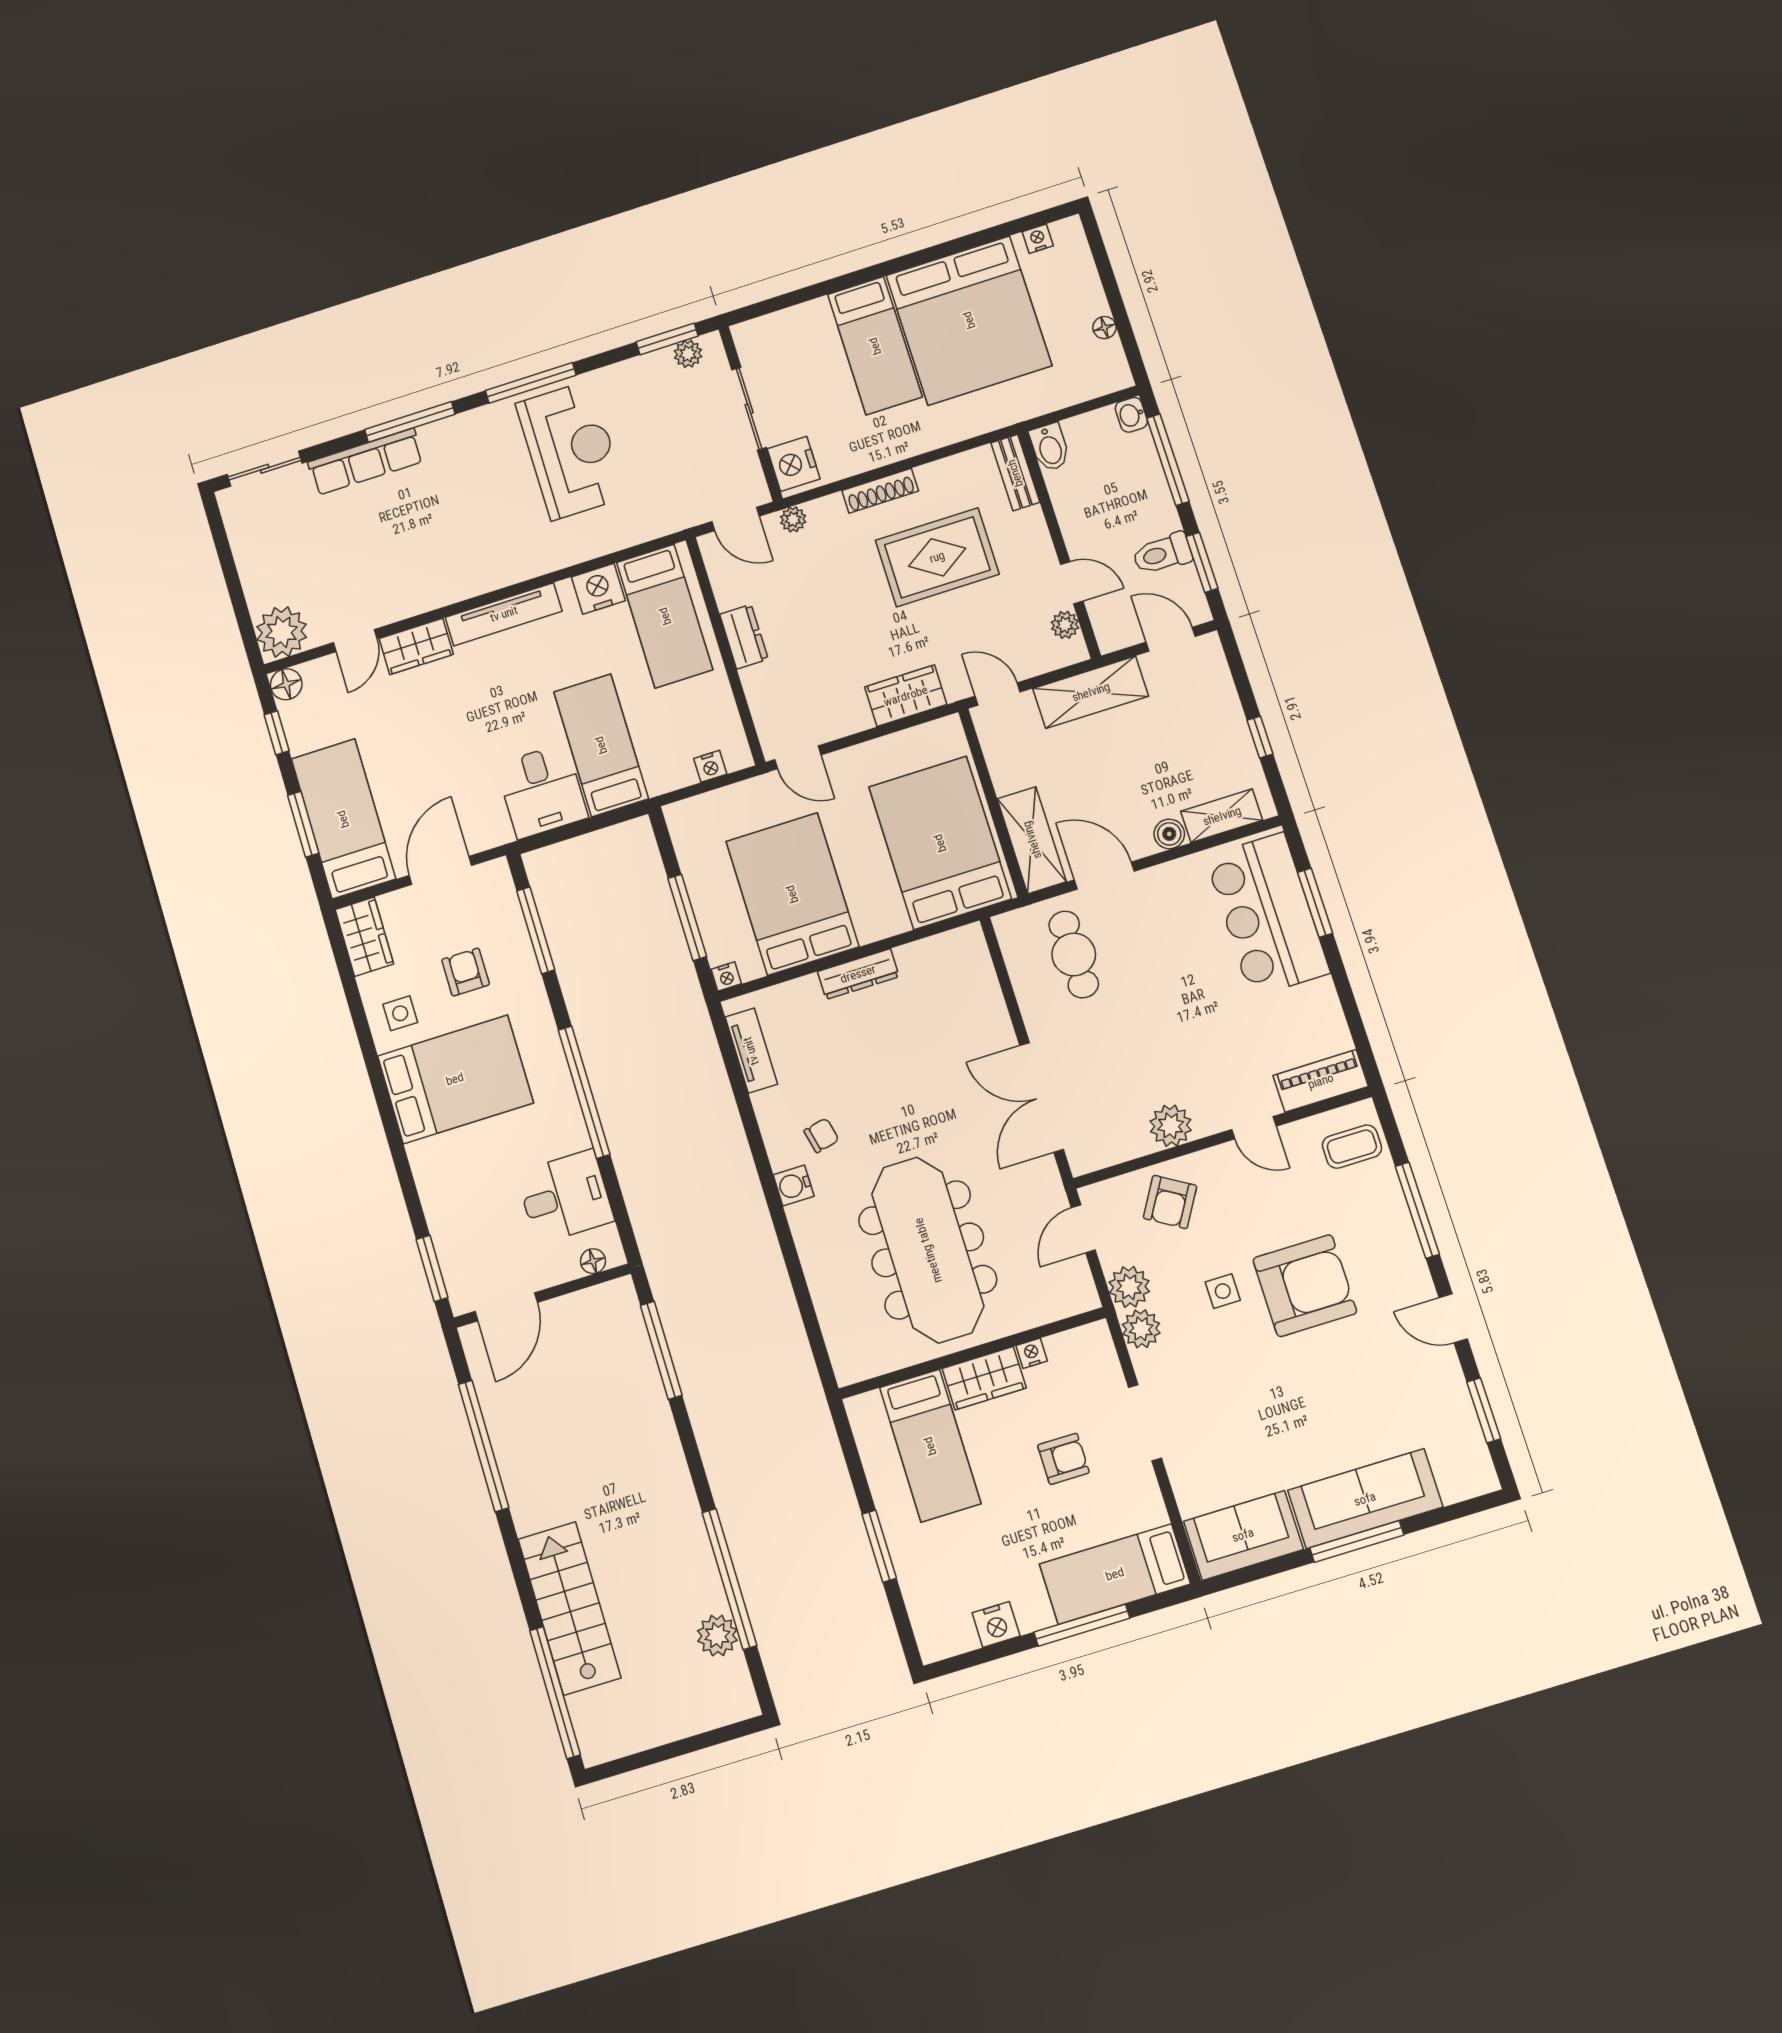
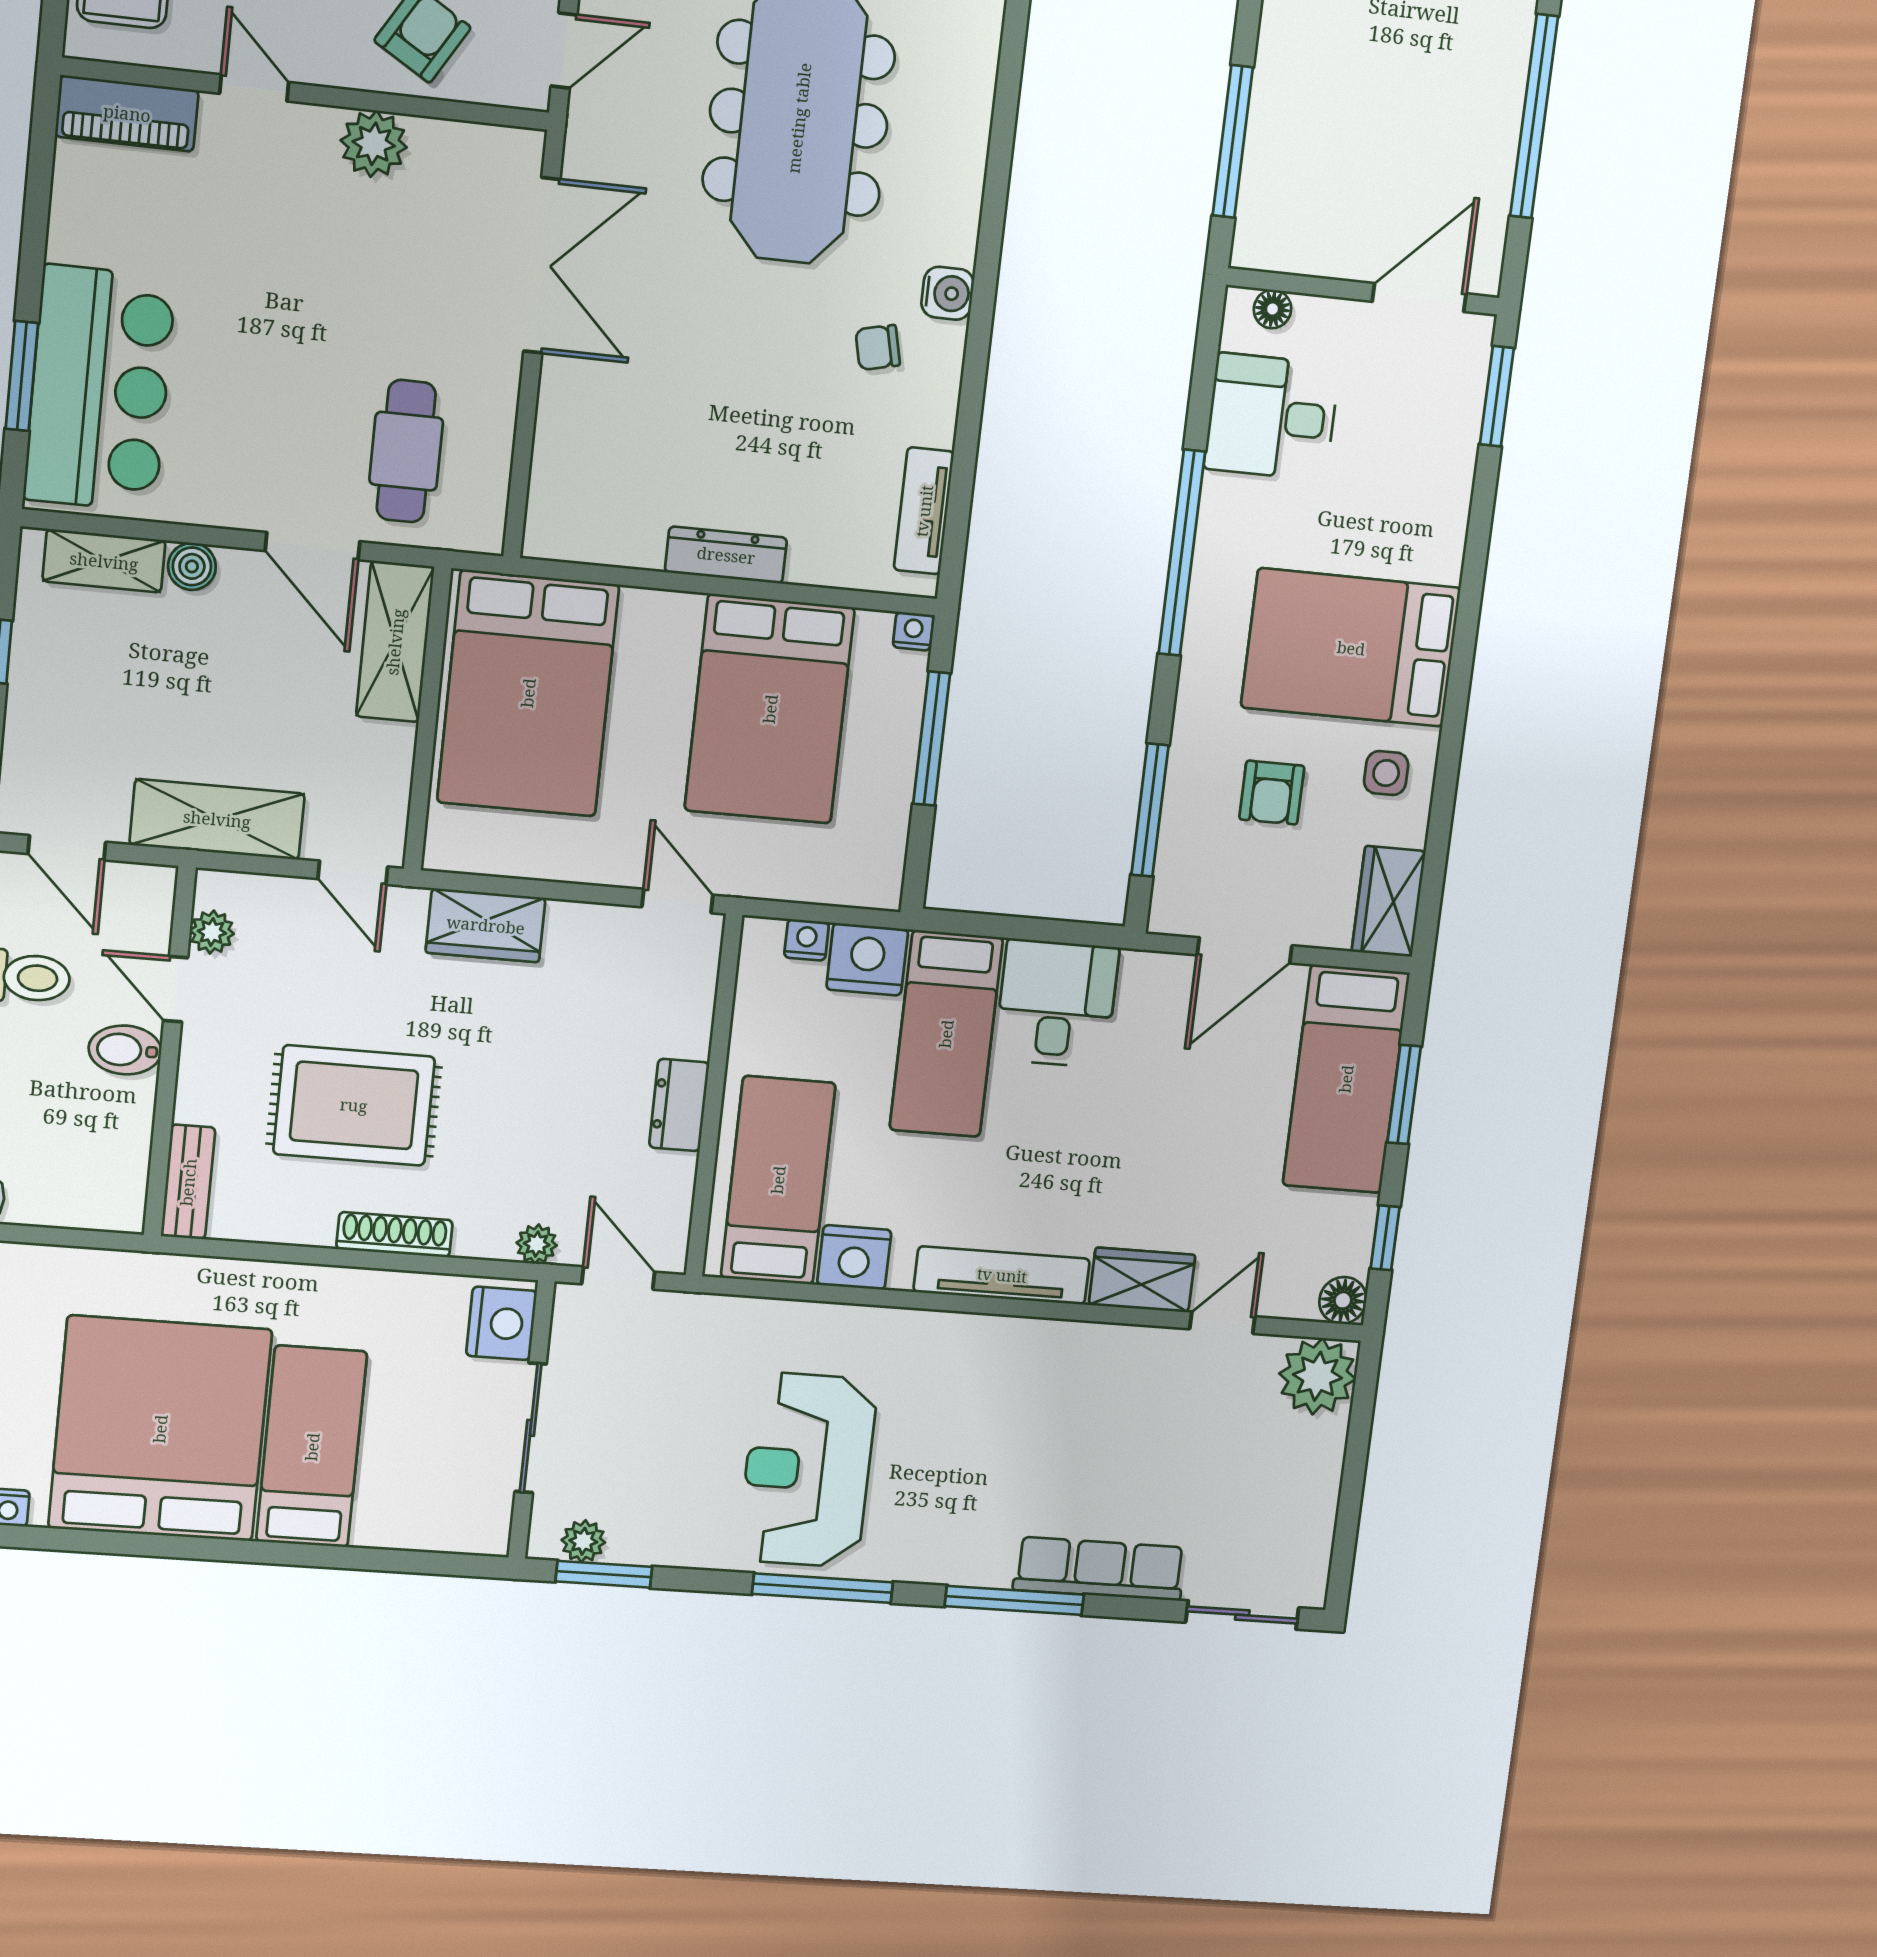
bidet: (1050, 447) -> (125, 1050), moved, turned -90
nightstand: (668, 770) -> (867, 959), added

